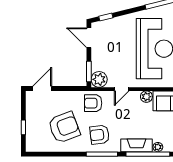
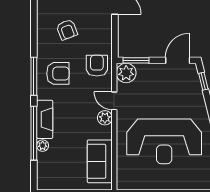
plant: (146, 97) -> (105, 118), moved
armchair: (64, 127) -> (67, 30), width x0.53, depth x0.53
armchair: (100, 135) -> (58, 73), turned 97

